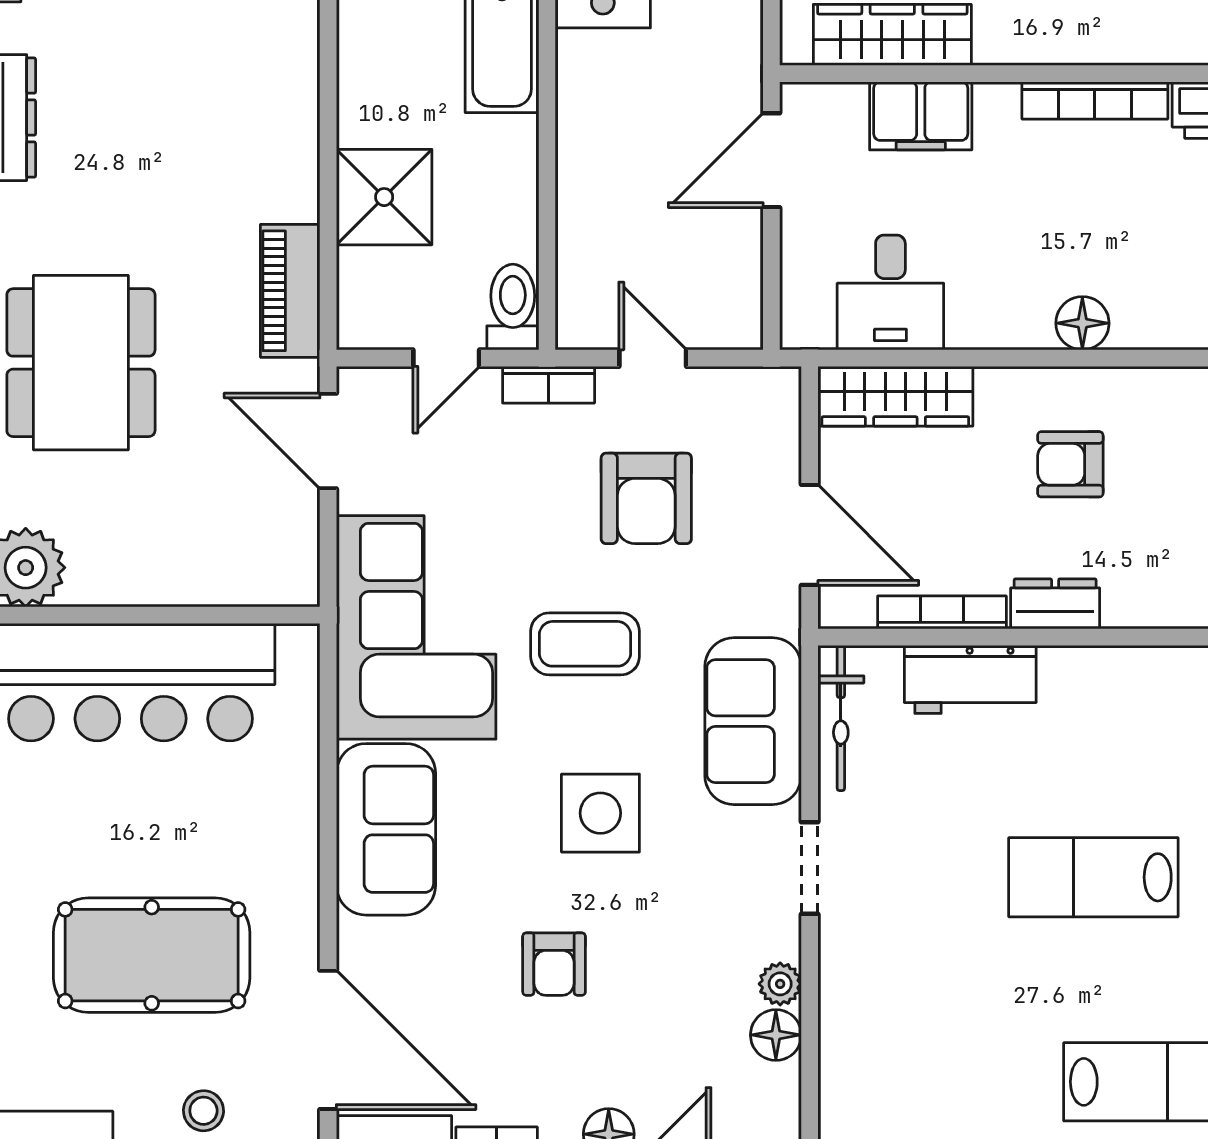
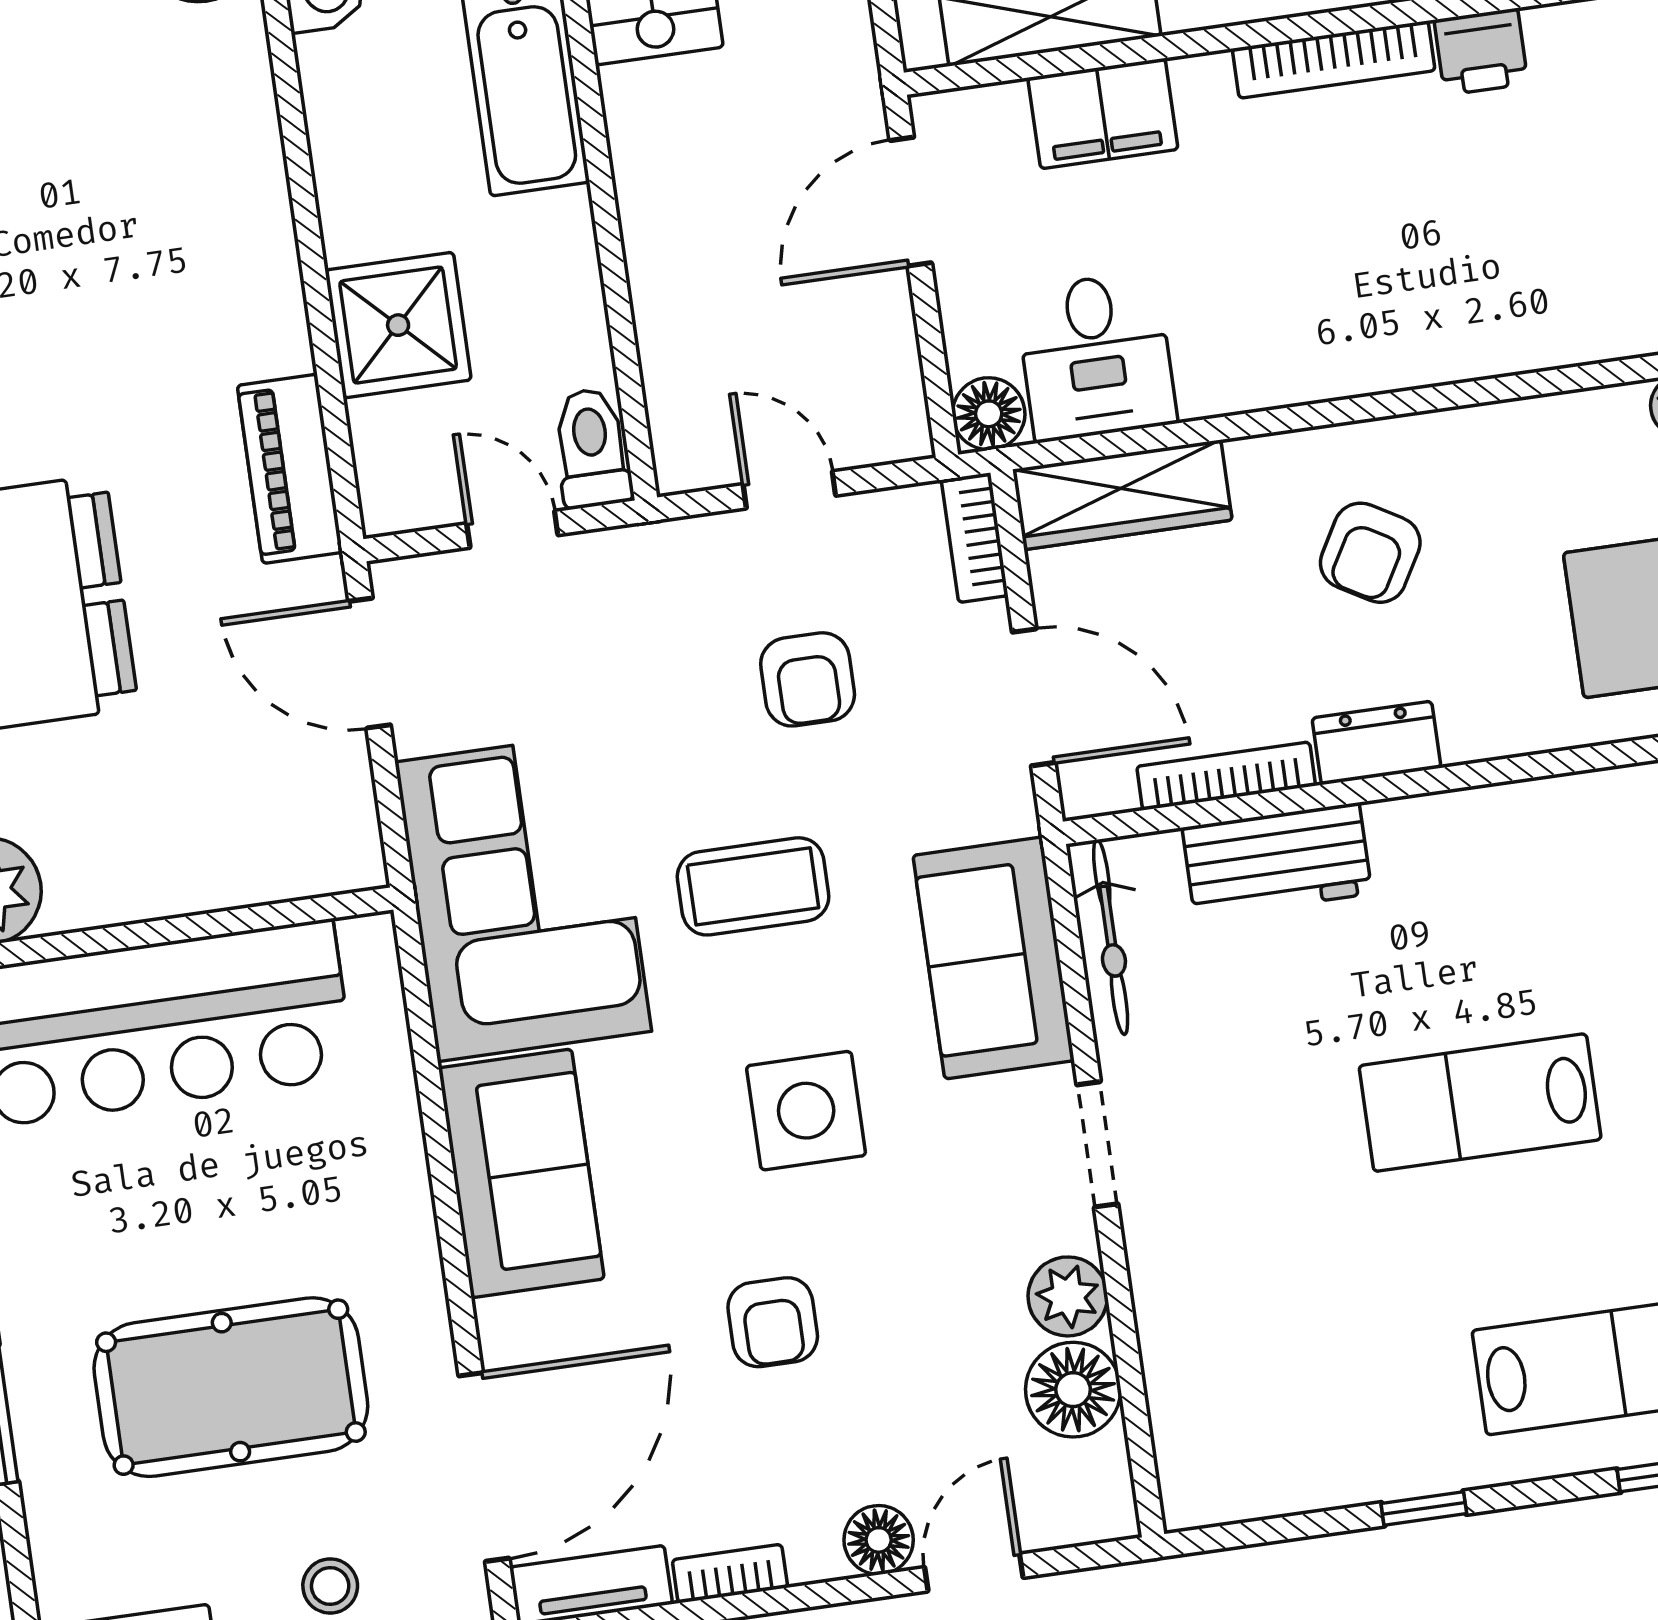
floor lamp: (1082, 323) -> (989, 414), moved
door: (446, 358) -> (512, 529), swing flipped
bookcase: (549, 385) -> (975, 538), moved, turned 90
armchair: (1070, 464) -> (1370, 553), turned -60
armchair: (646, 498) -> (808, 679), width x0.72, depth x0.72
plant: (780, 984) -> (1068, 1296), width x1.38, depth x1.38
floor lamp: (776, 1035) -> (1073, 1390), width x1.38, depth x1.38
door: (328, 1040) -> (484, 1467), hinge flipped

